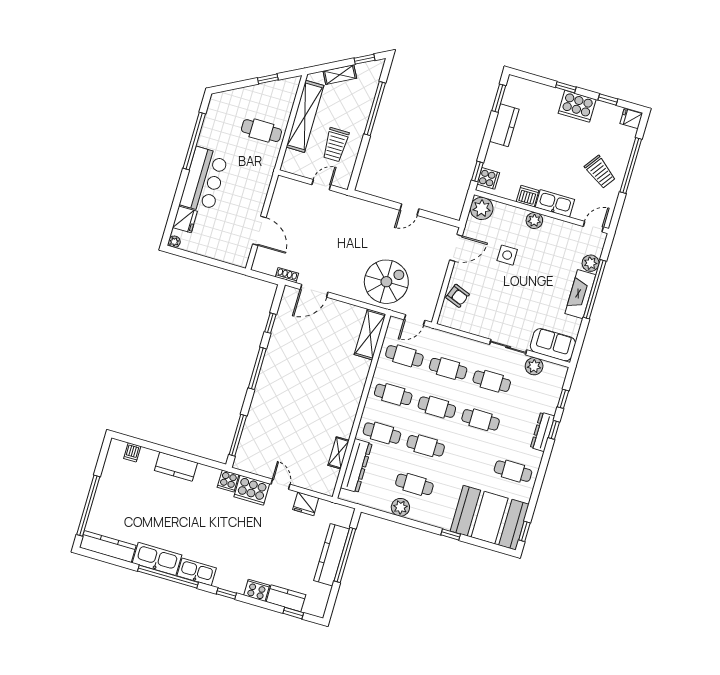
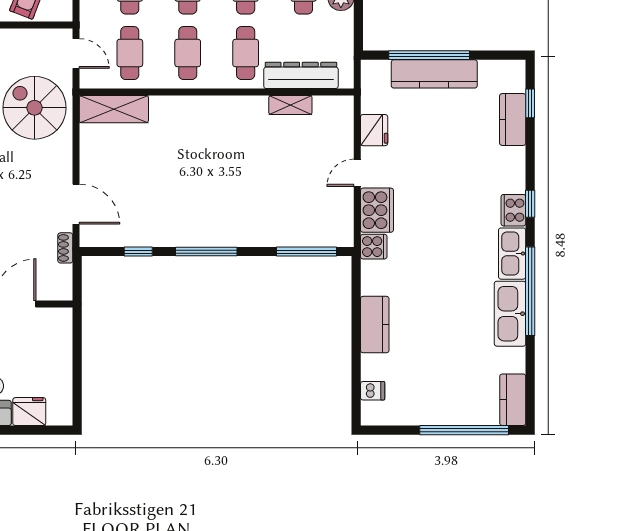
plant: (174, 242) -> (64, 417), removed
kitchen counter: (108, 547) -> (513, 400), width x0.67
cooker: (257, 590) -> (513, 210), moved

